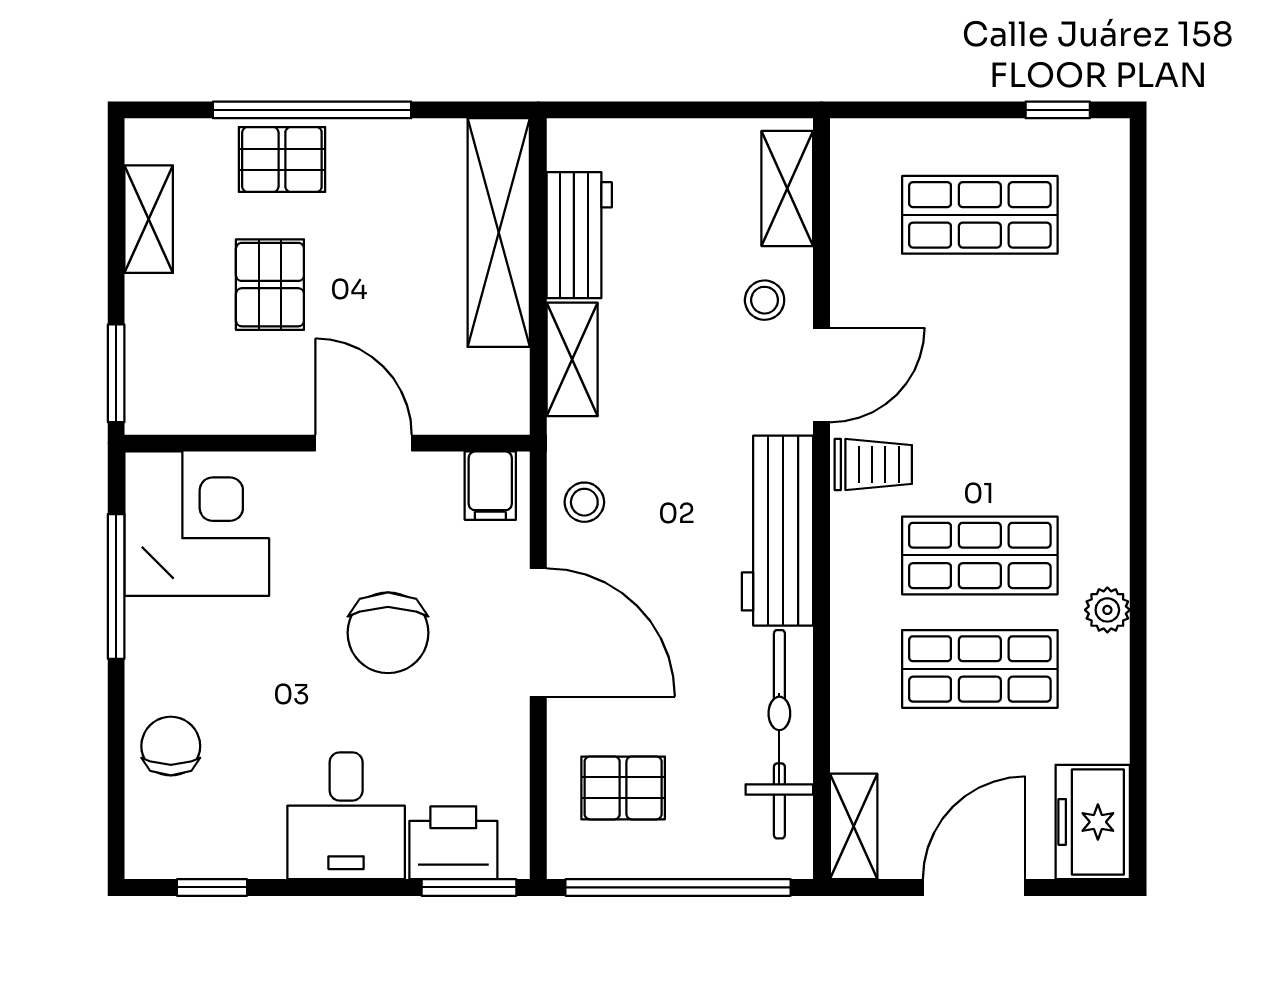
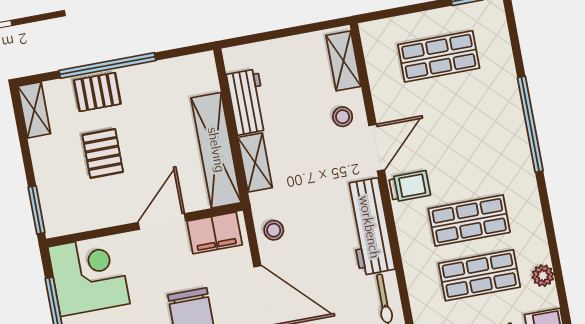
shelving: (149, 219) -> (34, 110), moved
shelving: (499, 233) -> (216, 150), moved
window: (1138, 385) -> (530, 124), added
door: (363, 443) -> (162, 221), hinge flipped
filing cabinet: (490, 486) -> (215, 233), width x2.00
plant: (1107, 610) -> (543, 276), moved

